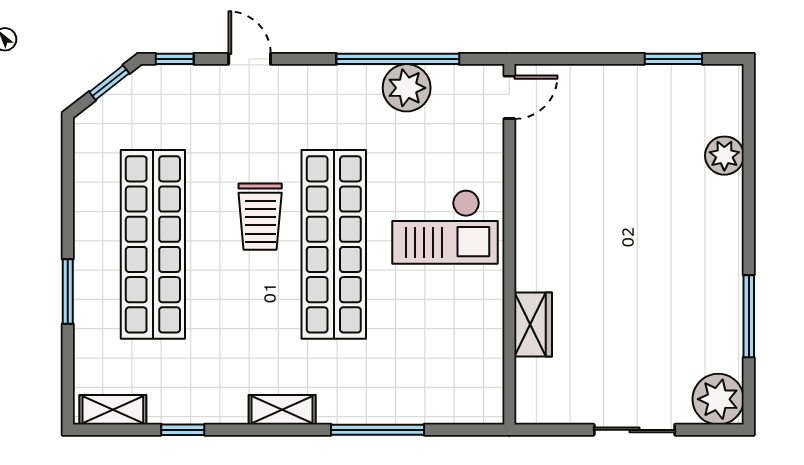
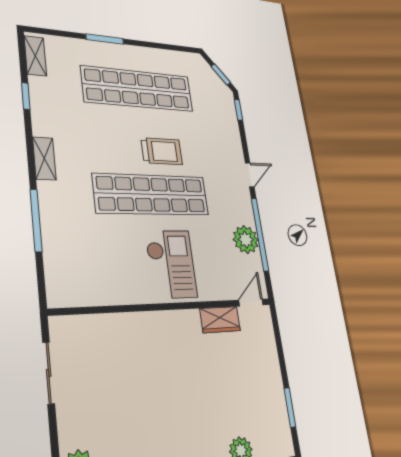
door: (250, 59) -> (250, 175), moved
door: (509, 97) -> (251, 303), swing flipped
trolley: (260, 217) -> (162, 151), turned 180
checkout: (445, 227) -> (171, 264), turned 180
wardrobe: (533, 324) -> (220, 320), moved
sliding door: (634, 430) -> (49, 373), moved

